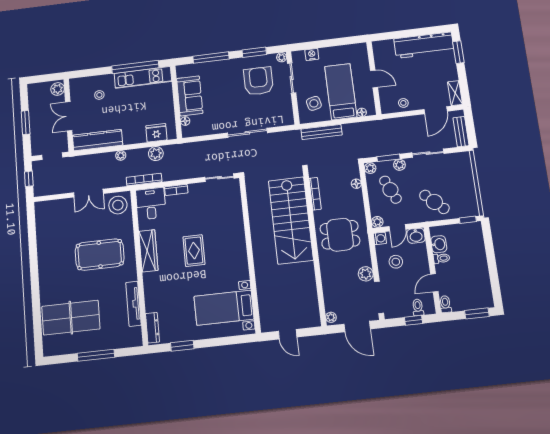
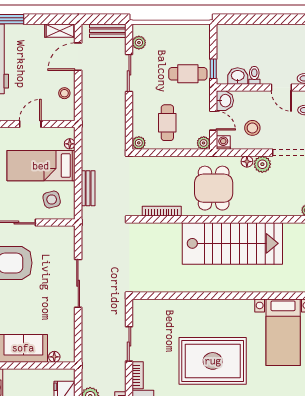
door: (436, 110) -> (78, 57), swing flipped
bench: (322, 132) -> (88, 188), width x0.73
window: (389, 158) -> (129, 120), removed
plant: (399, 165) -> (139, 43), moved
sliding door: (220, 178) -> (129, 344), moved
floor lamp: (356, 184) -> (247, 162), moved
cafe table: (390, 190) -> (167, 123), turned -66
cafe table: (434, 202) -> (188, 74), turned 47
stairs: (291, 220) -> (232, 243), moved
window: (468, 220) -> (213, 69), moved
rug: (194, 251) -> (213, 361), width x1.86, depth x2.06

